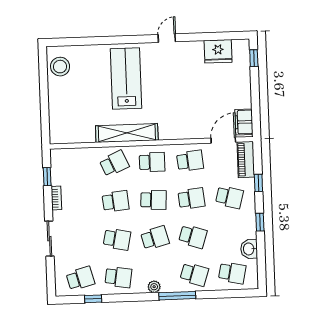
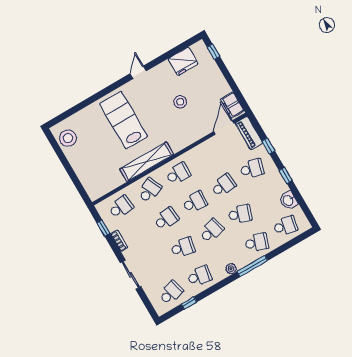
stool: (193, 91) -> (180, 102), added
school desk: (190, 161) -> (121, 207), moved

